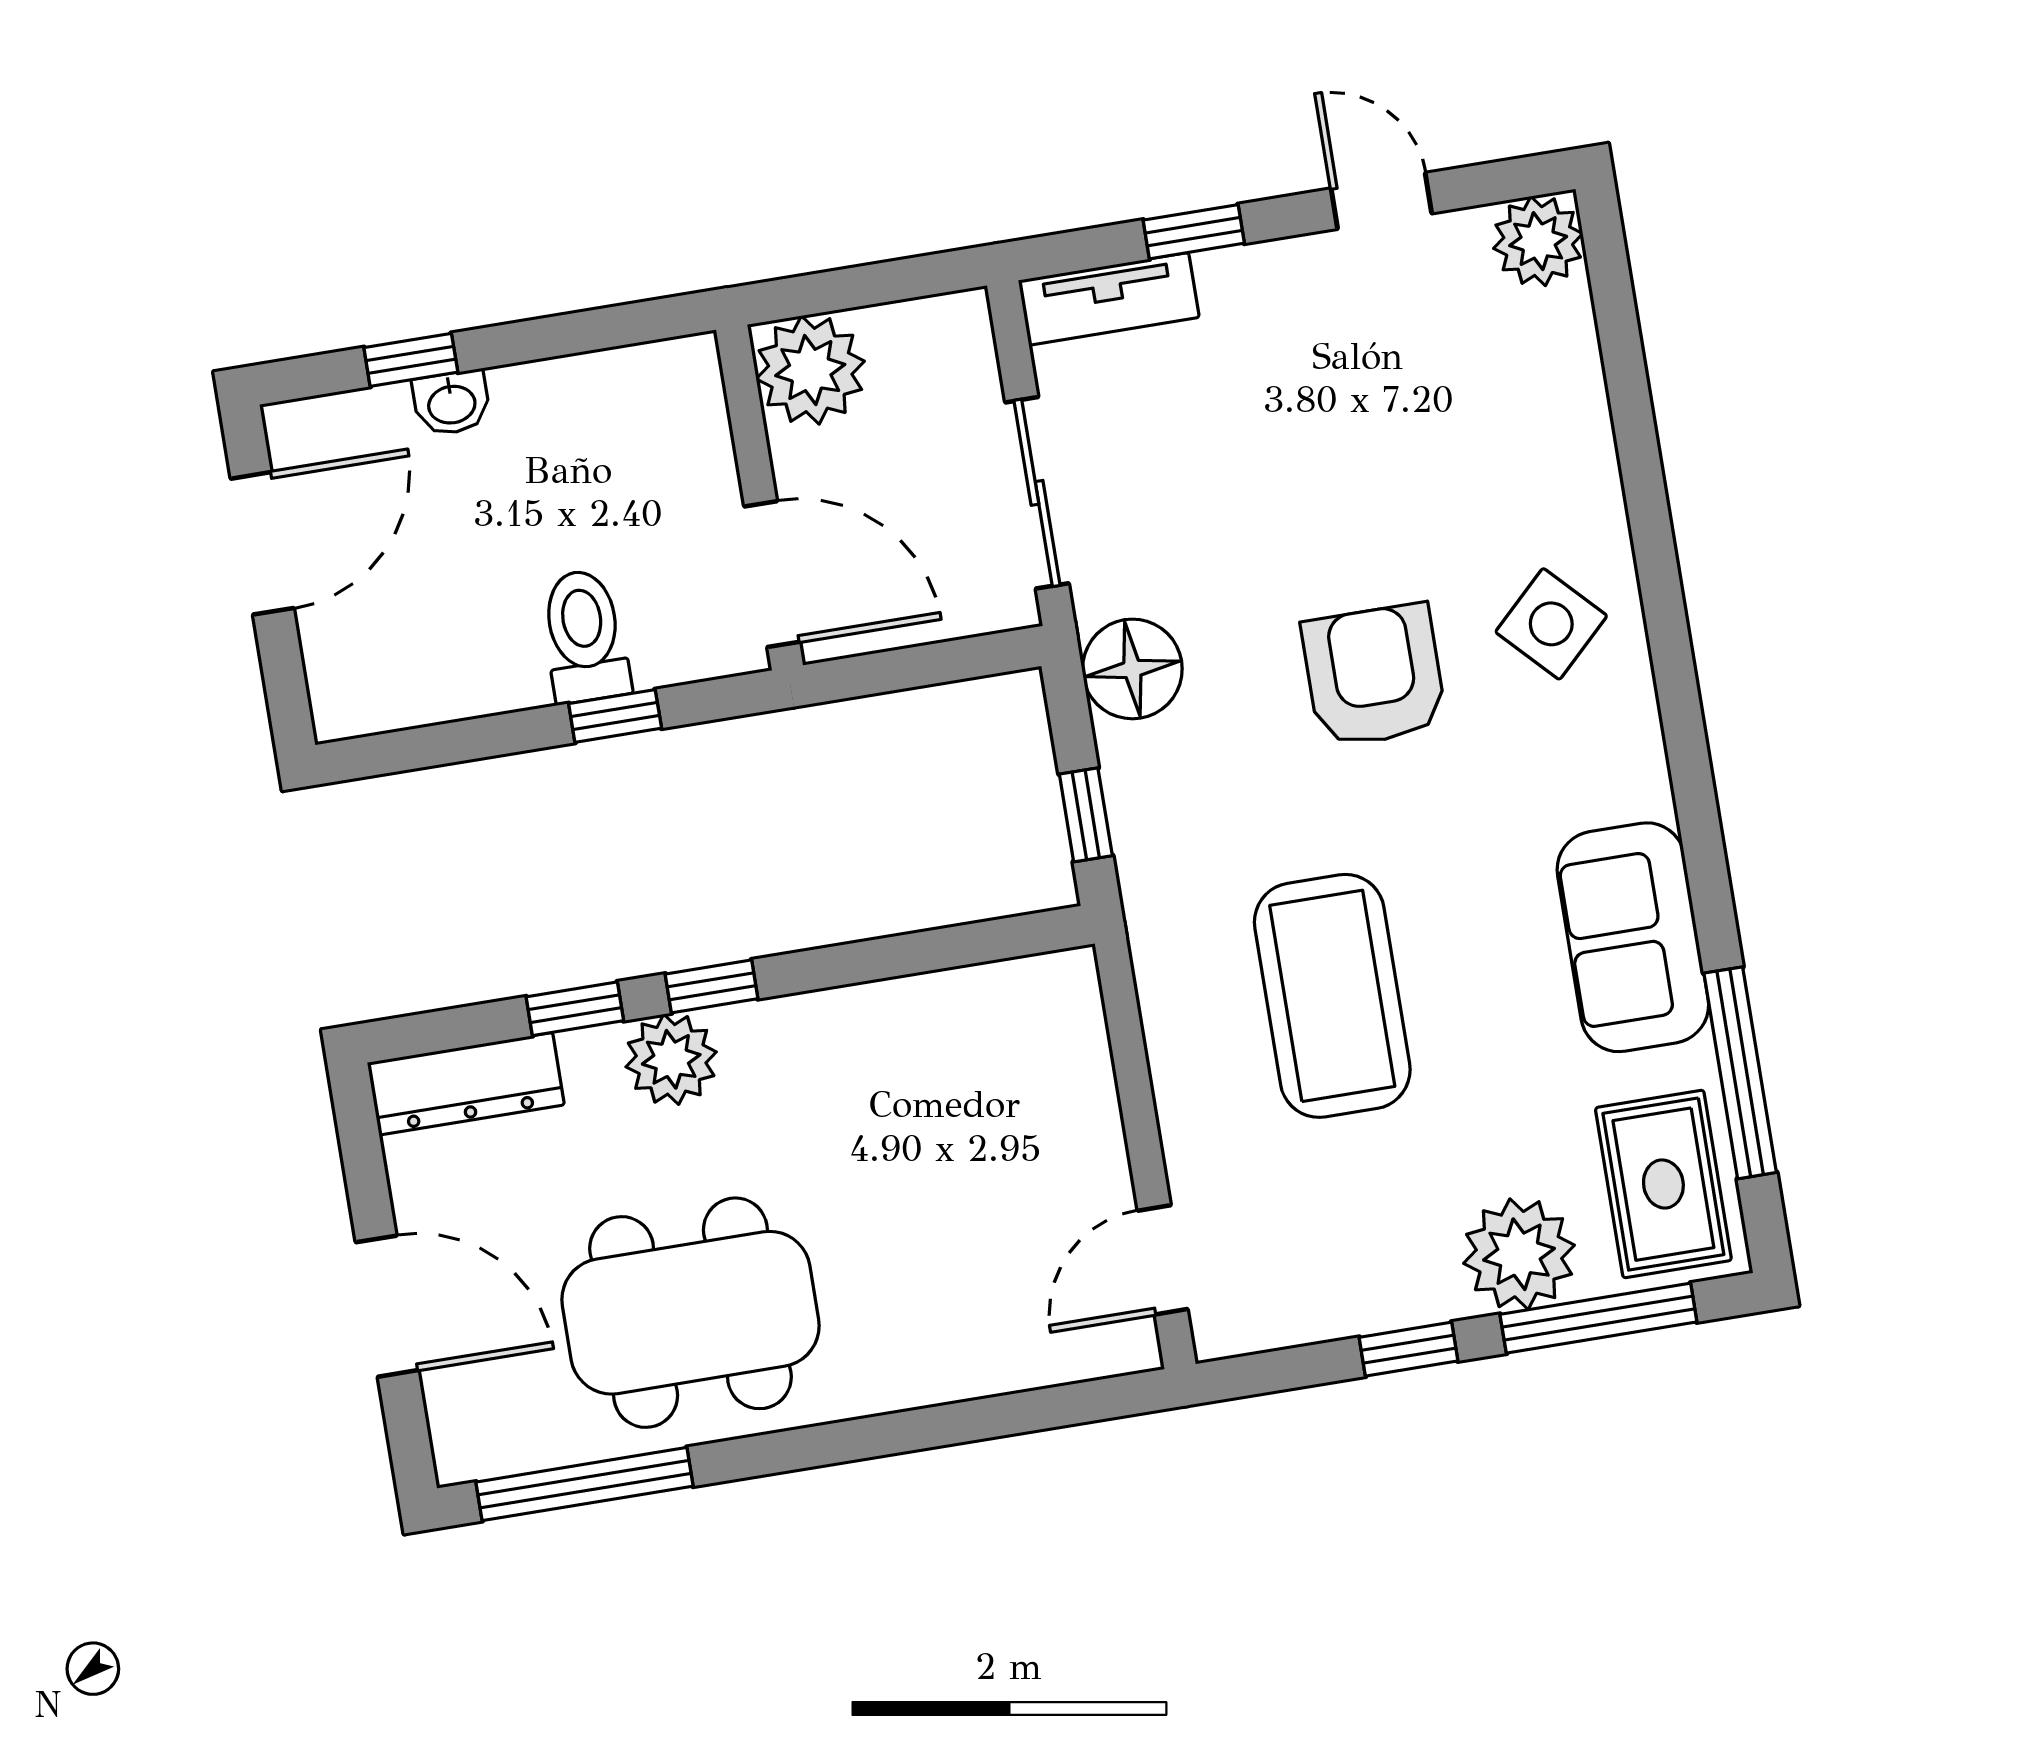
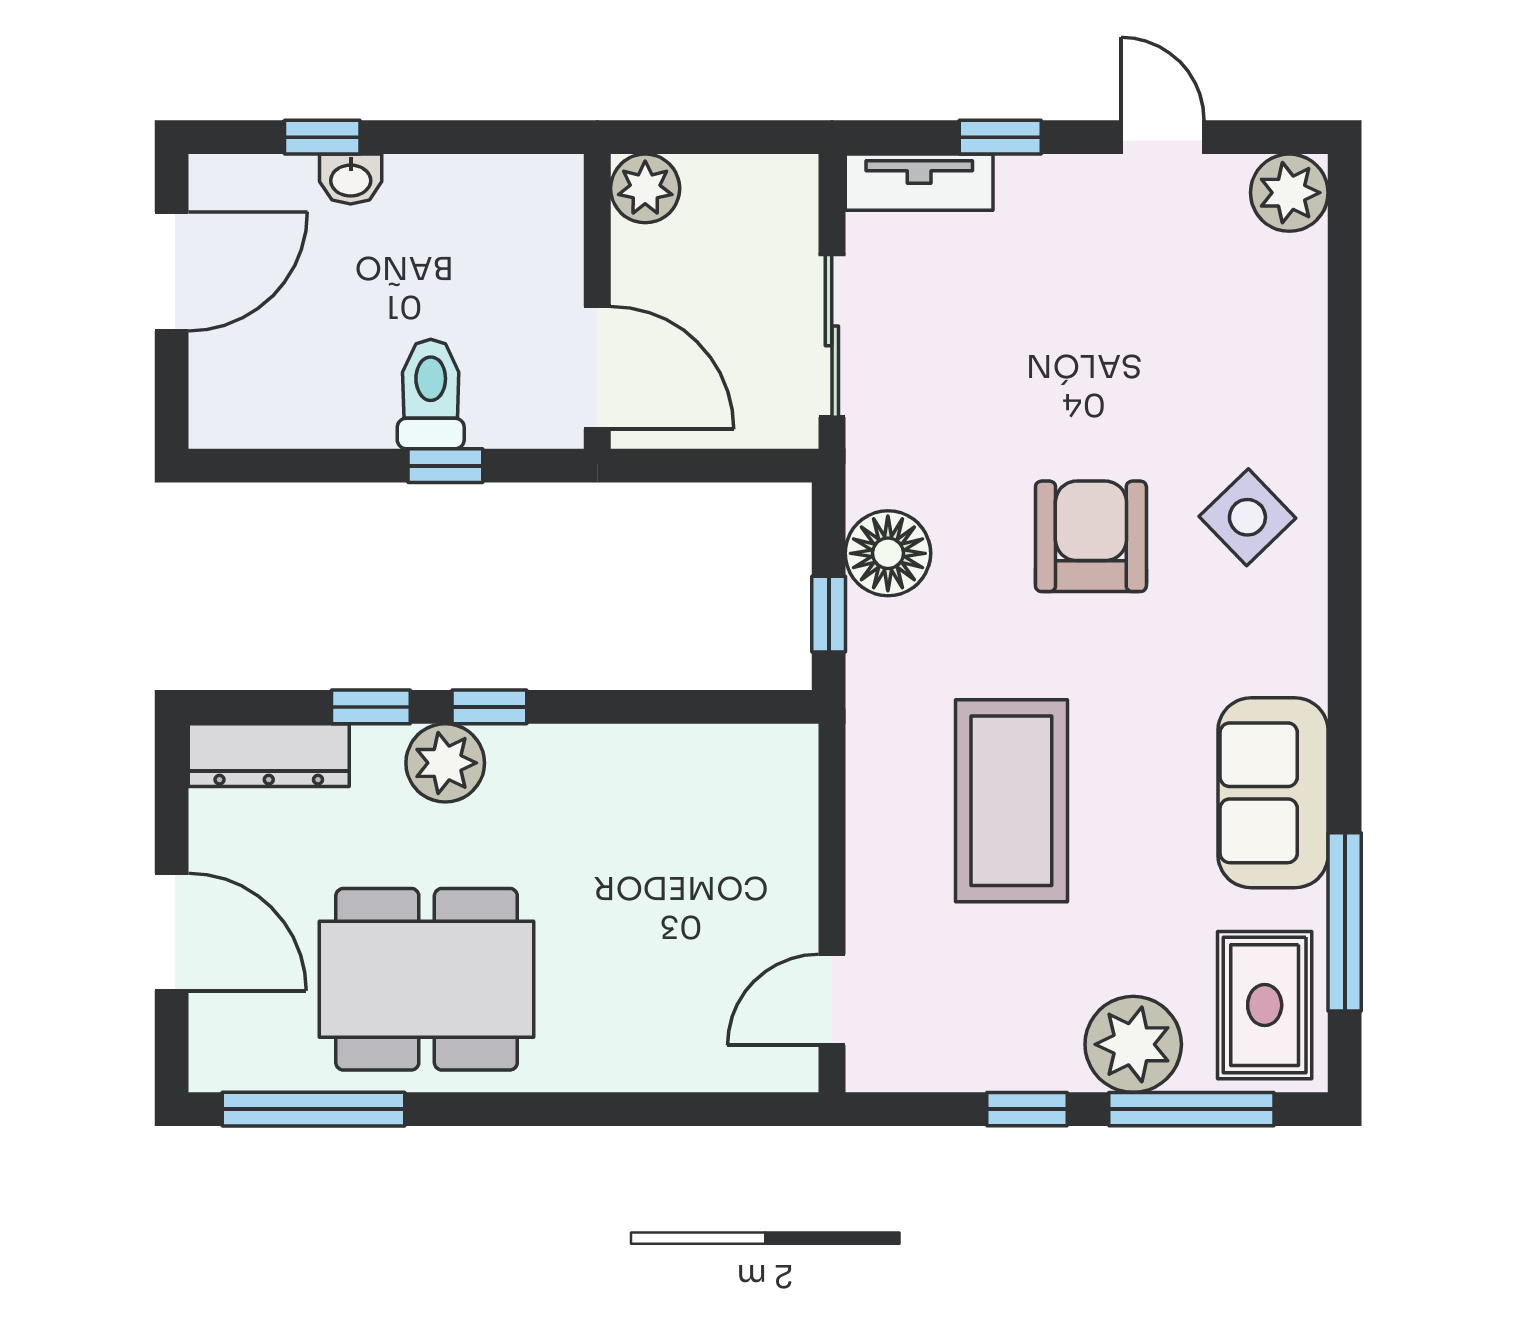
plant: (810, 370) -> (645, 188), width x0.73, depth x0.73
floor lamp: (1132, 669) -> (888, 553), moved

